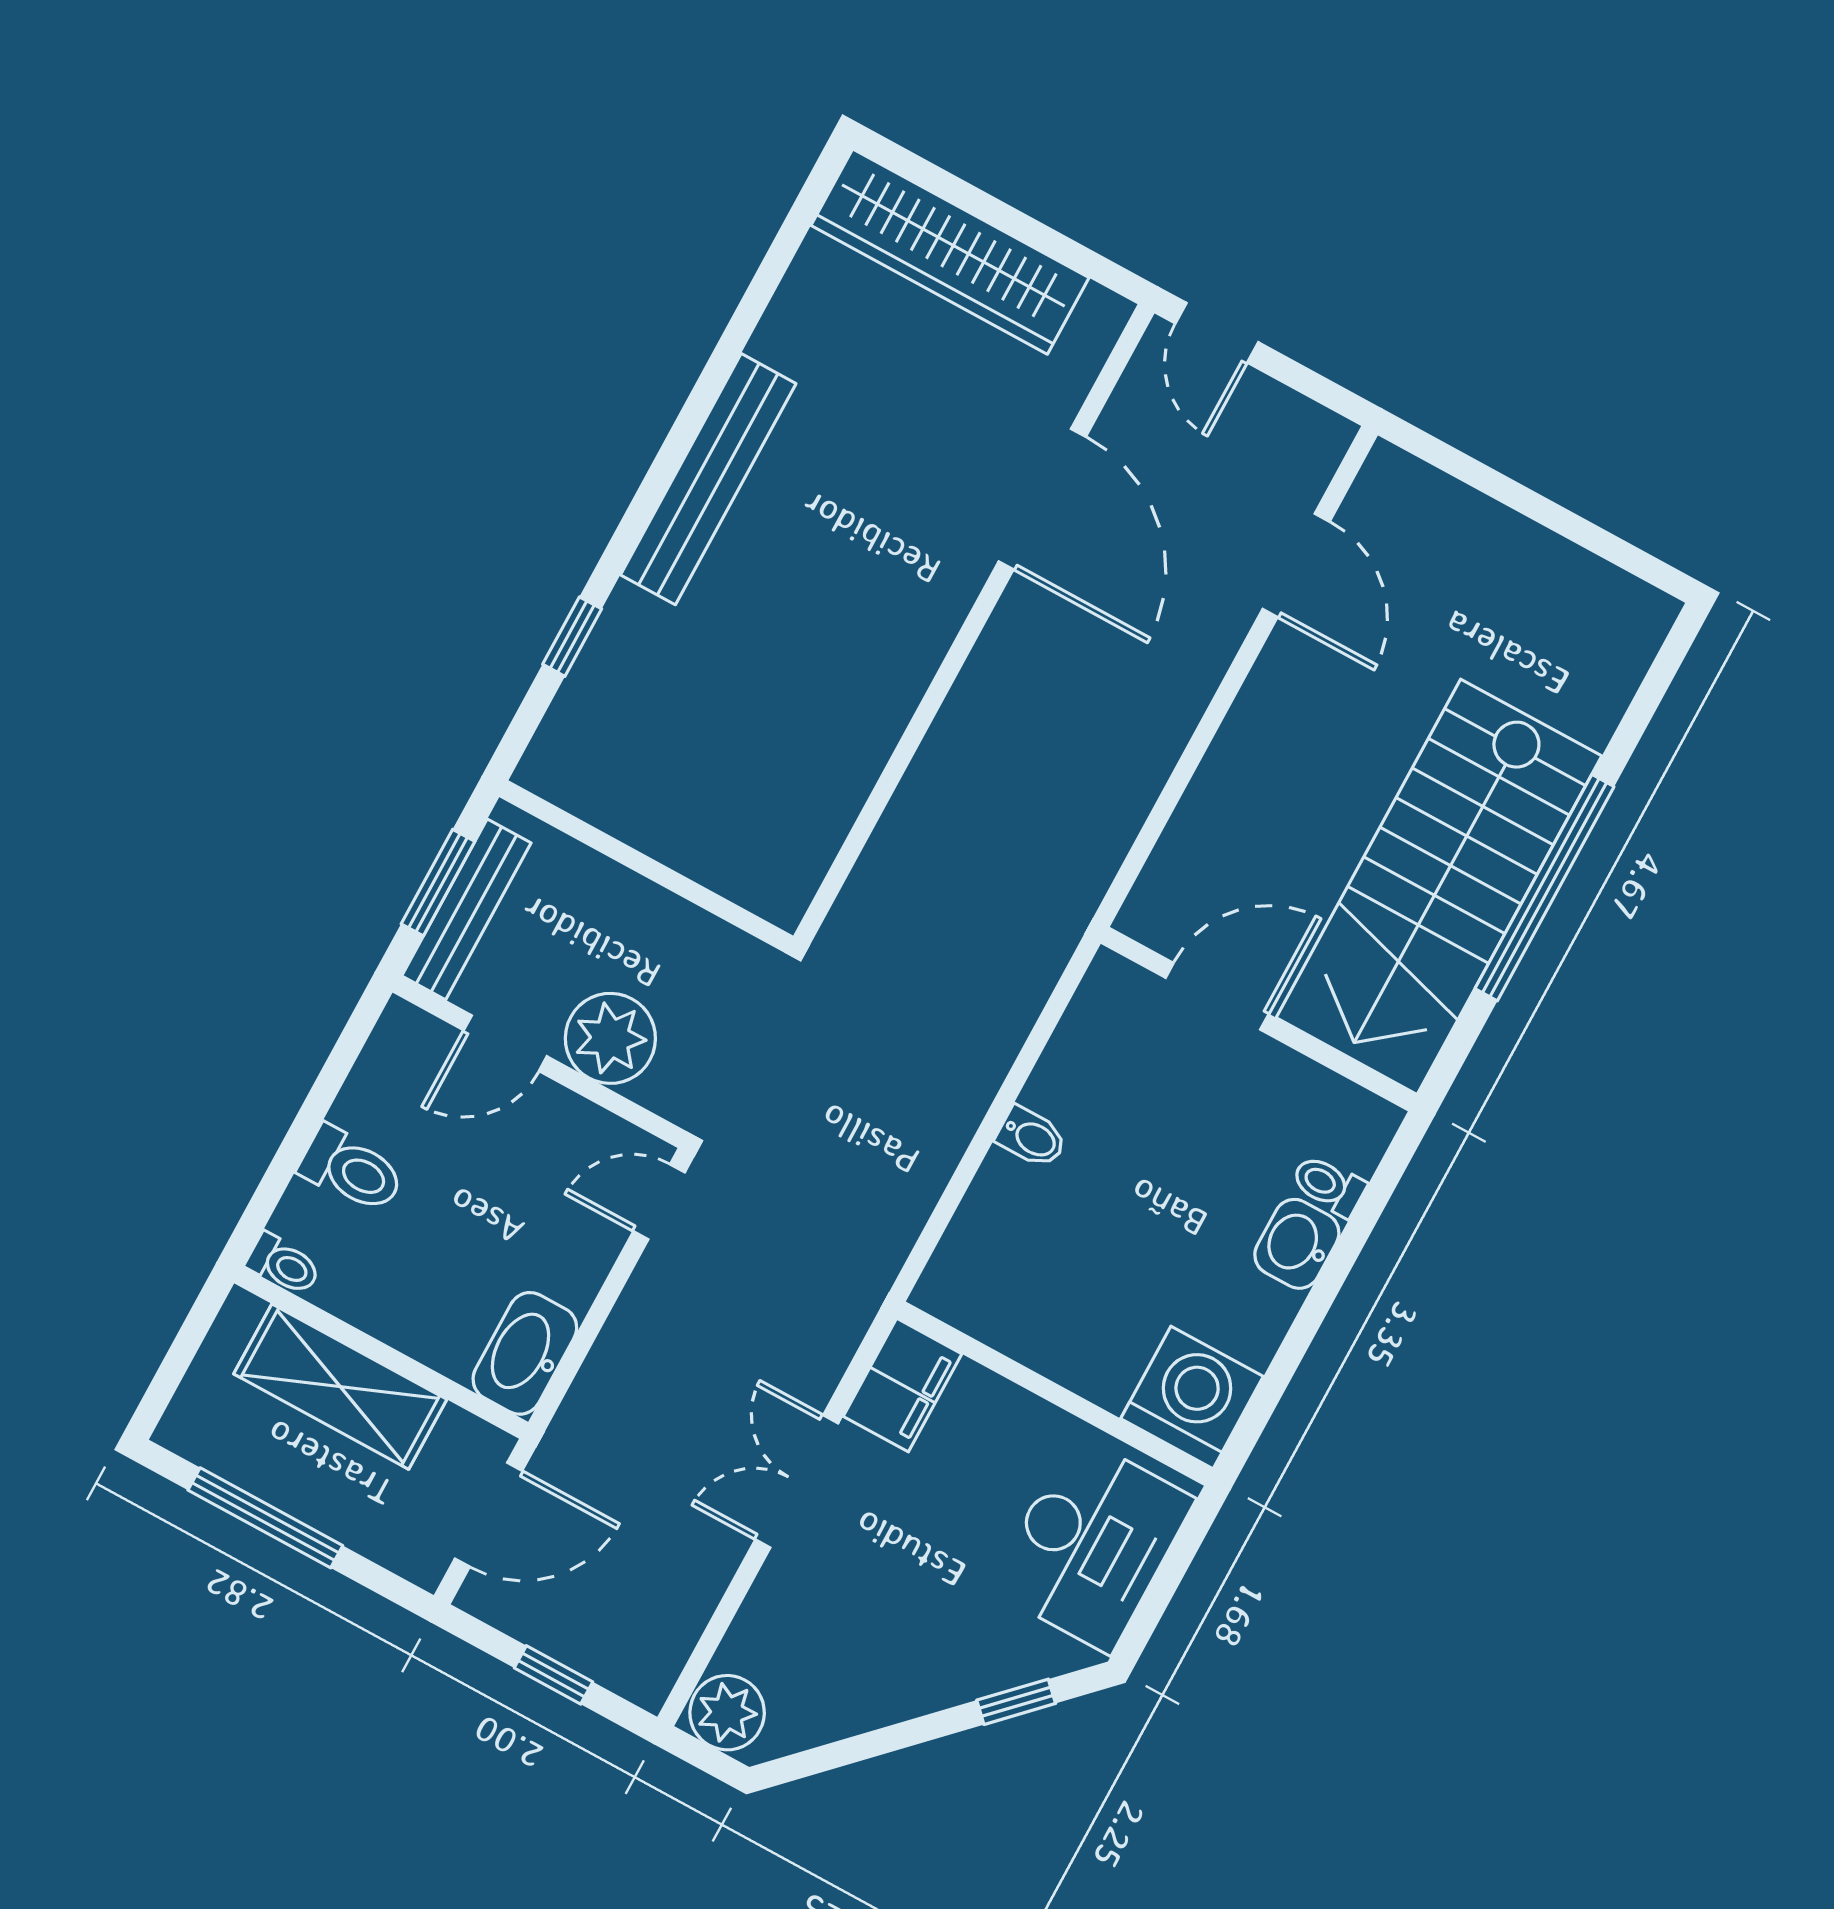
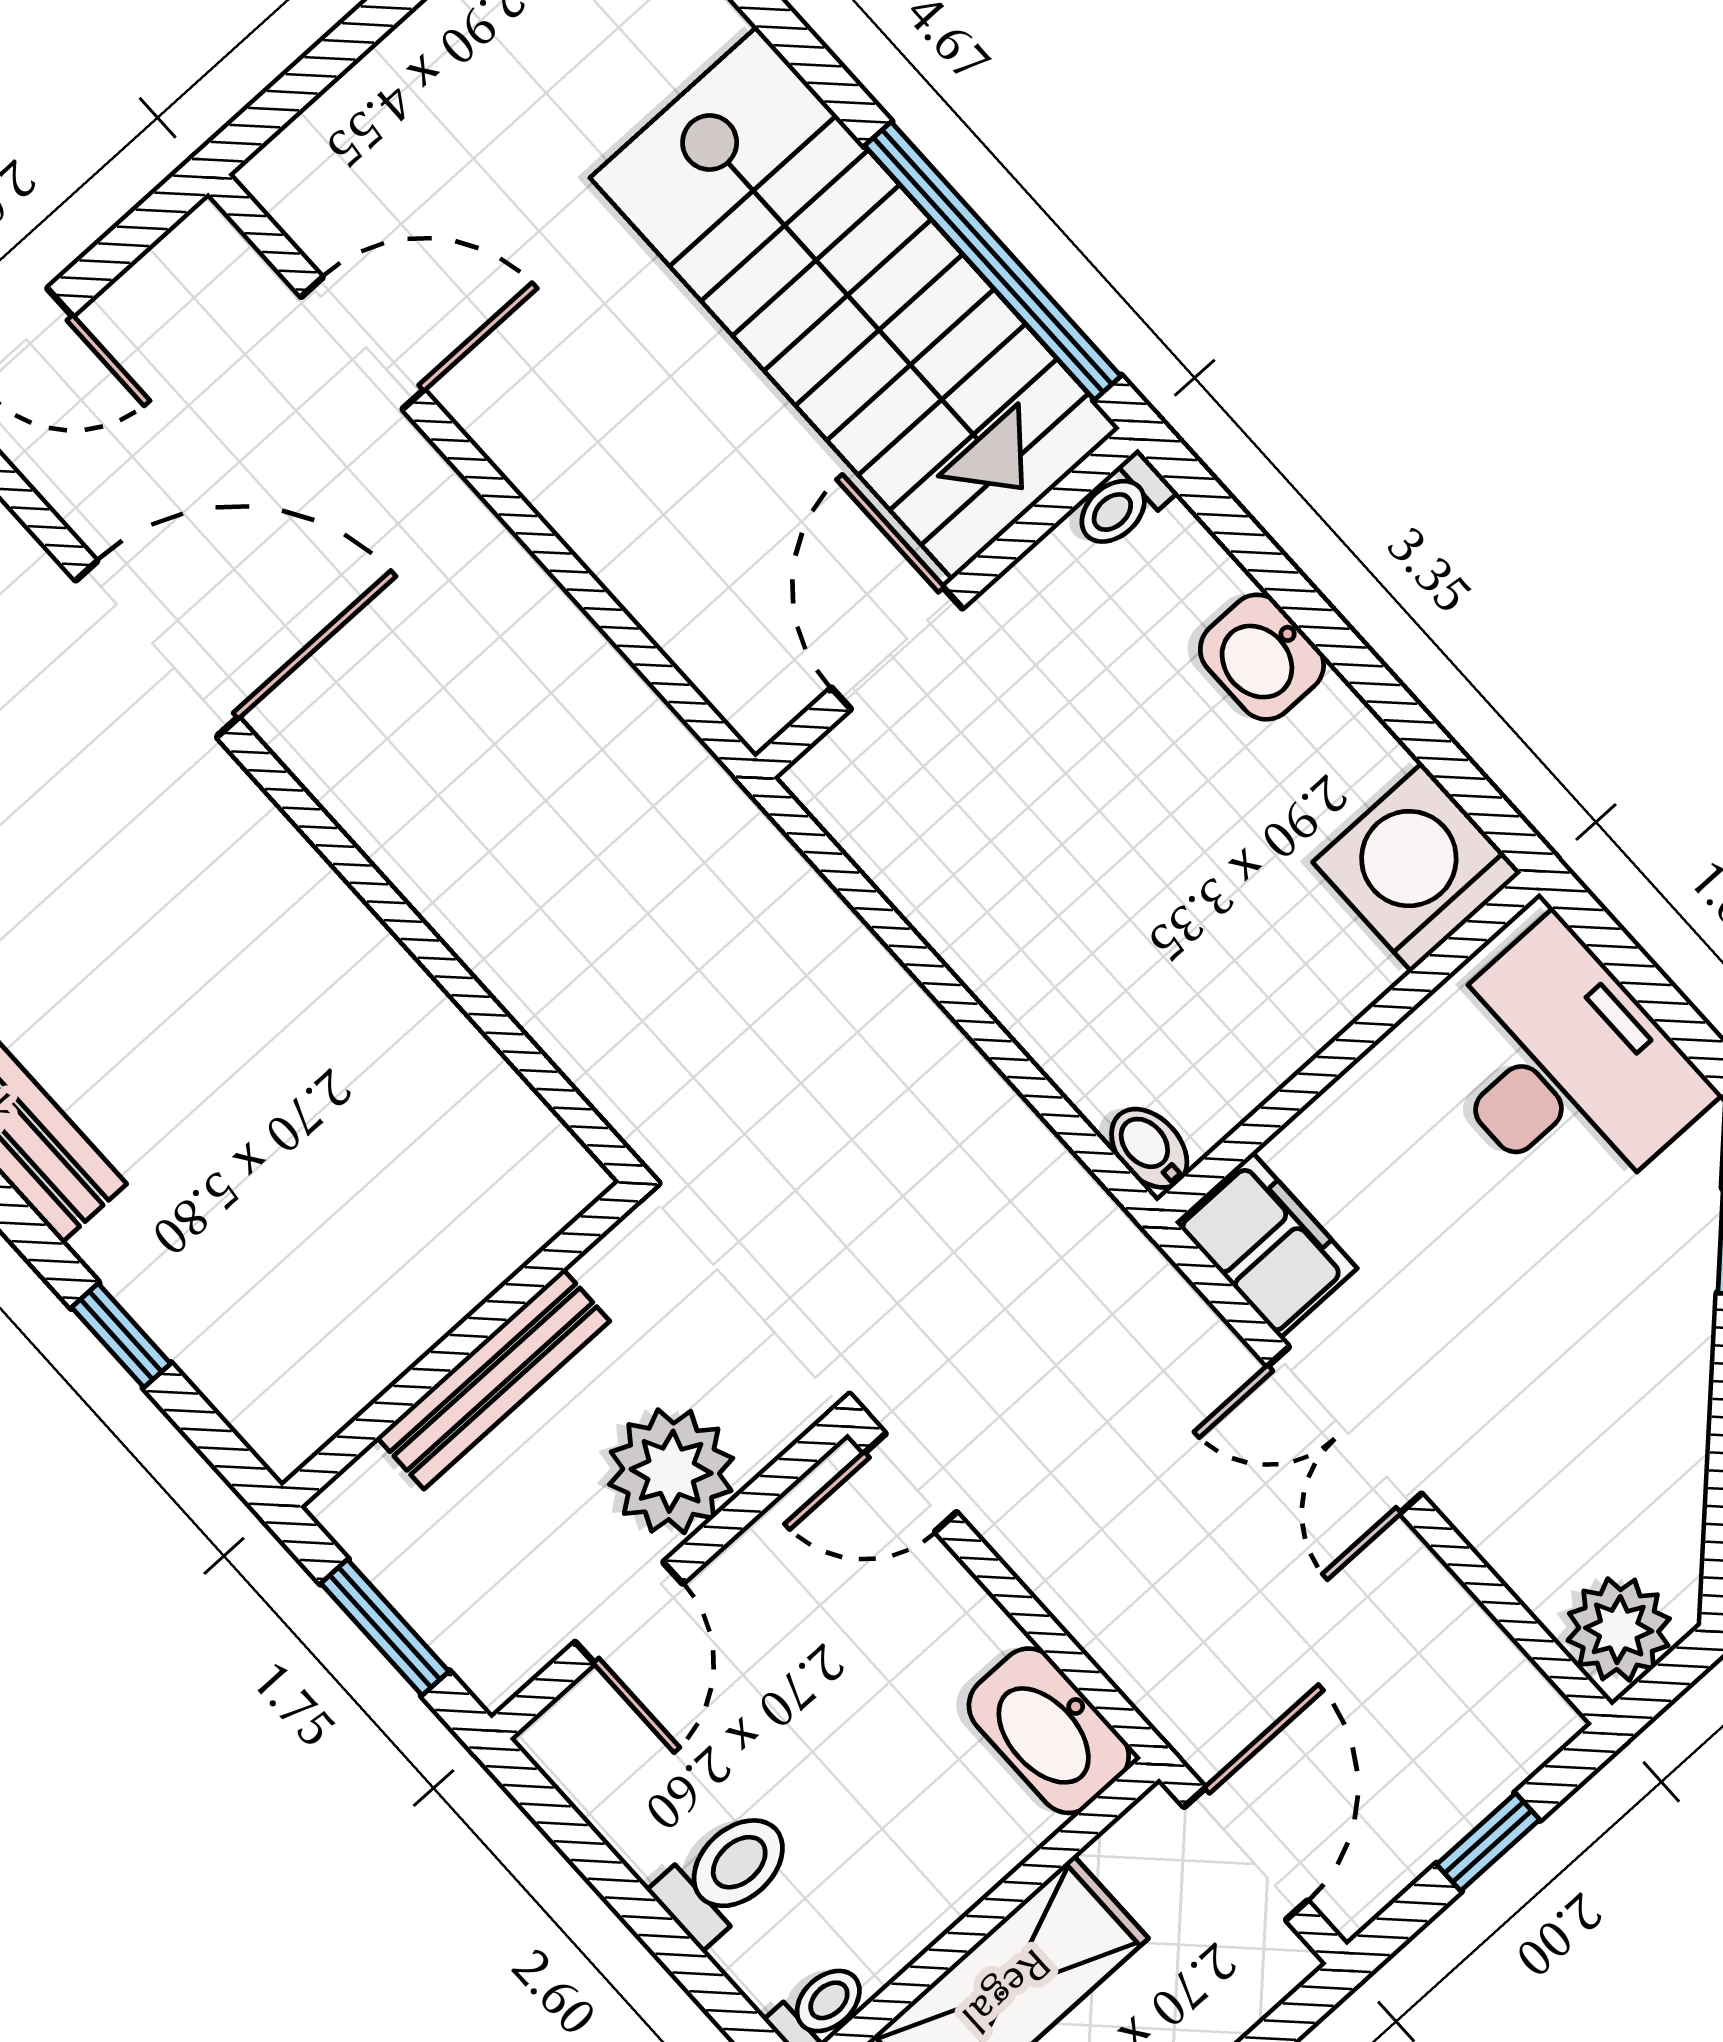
window: (1545, 888) -> (993, 261), moved
bench: (466, 909) -> (493, 1379), moved, turned 90
bidet: (1032, 1137) -> (1149, 1148), moved, turned -90
toilet: (1329, 1185) -> (1122, 503), moved
door: (659, 1202) -> (910, 1483), hinge flipped

